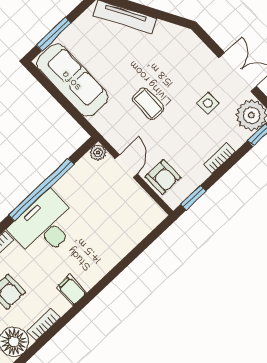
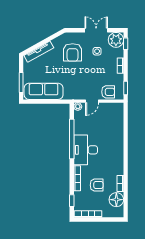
armchair: (171, 68) -> (73, 52), added
coffee table: (148, 104) -> (77, 73), removed
door: (126, 166) -> (92, 101), swing flipped
filing cabinet: (71, 290) -> (117, 162), removed

